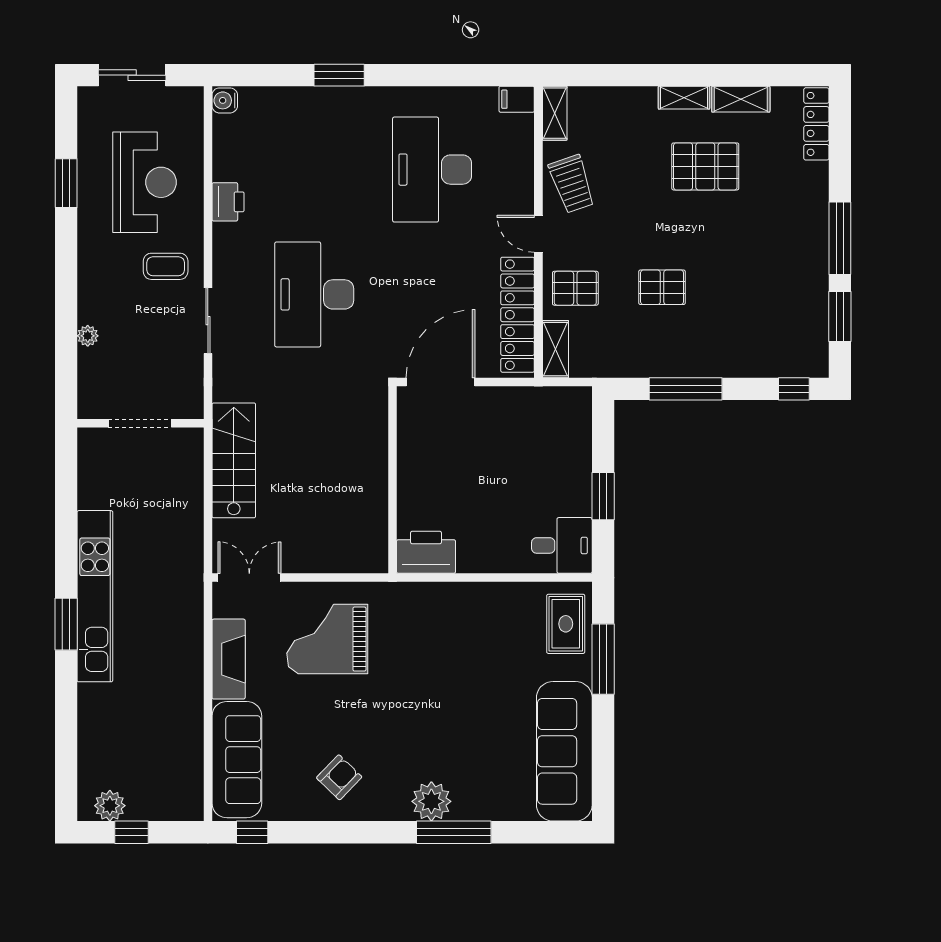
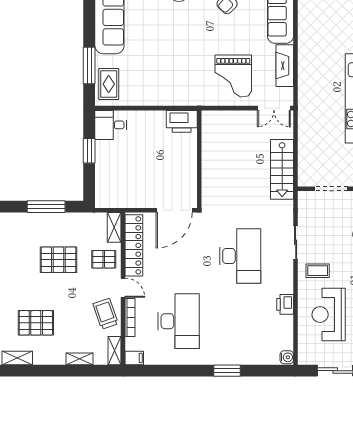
shelving: (684, 98) -> (79, 359), moved
bookcase: (525, 177) -> (130, 317), added
pallet: (662, 287) -> (58, 260), width x1.50, depth x1.42
grand piano: (327, 639) -> (233, 76), turned 90

